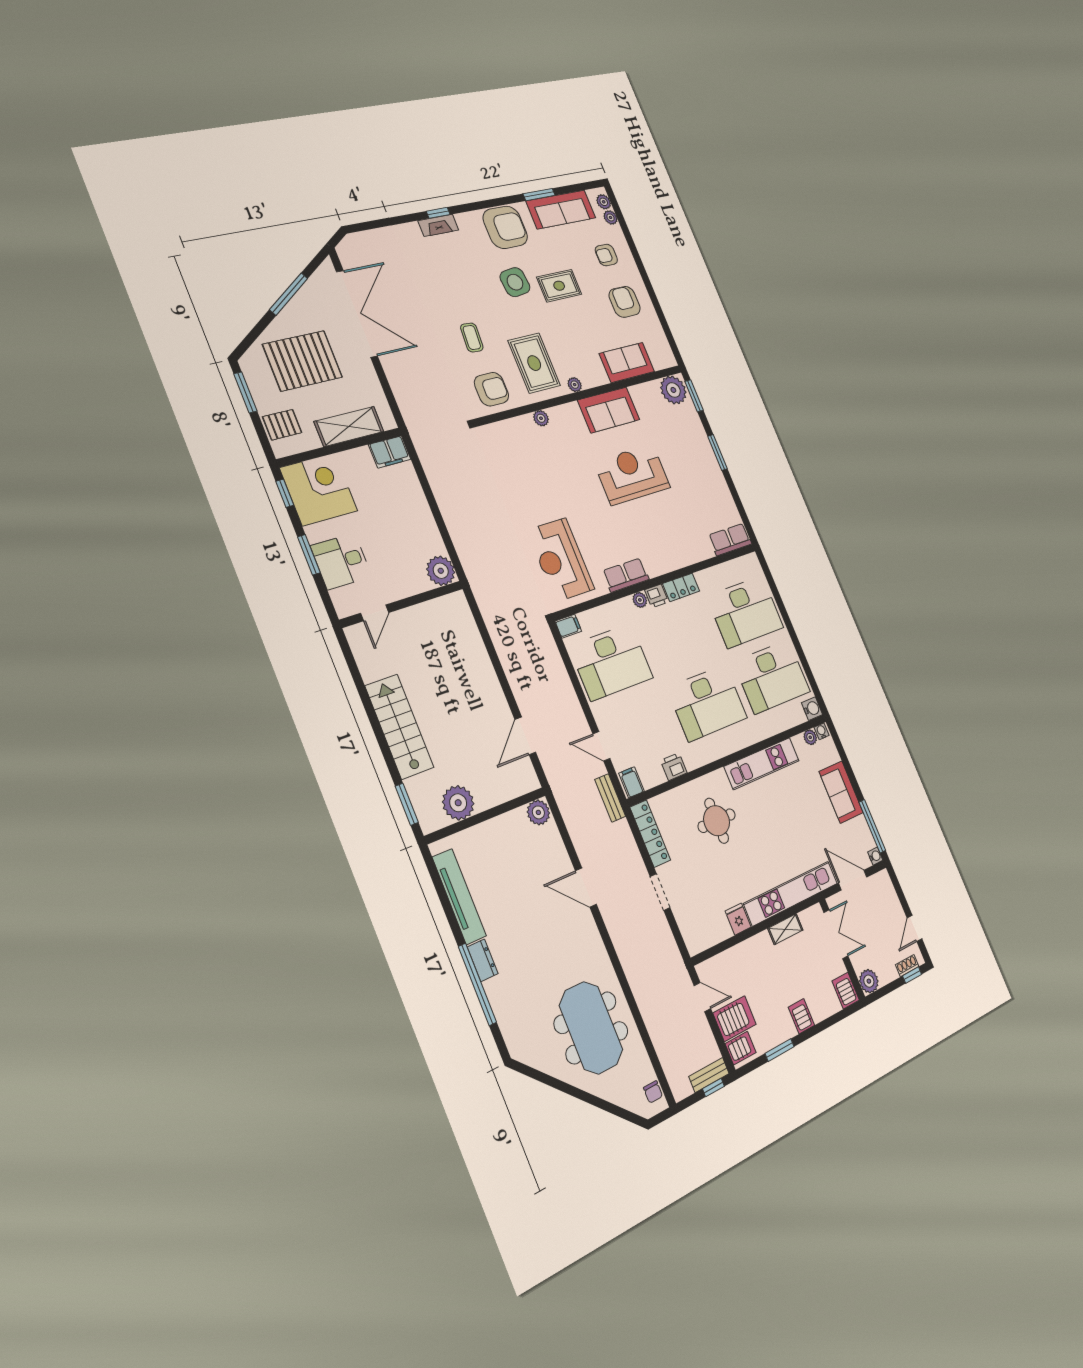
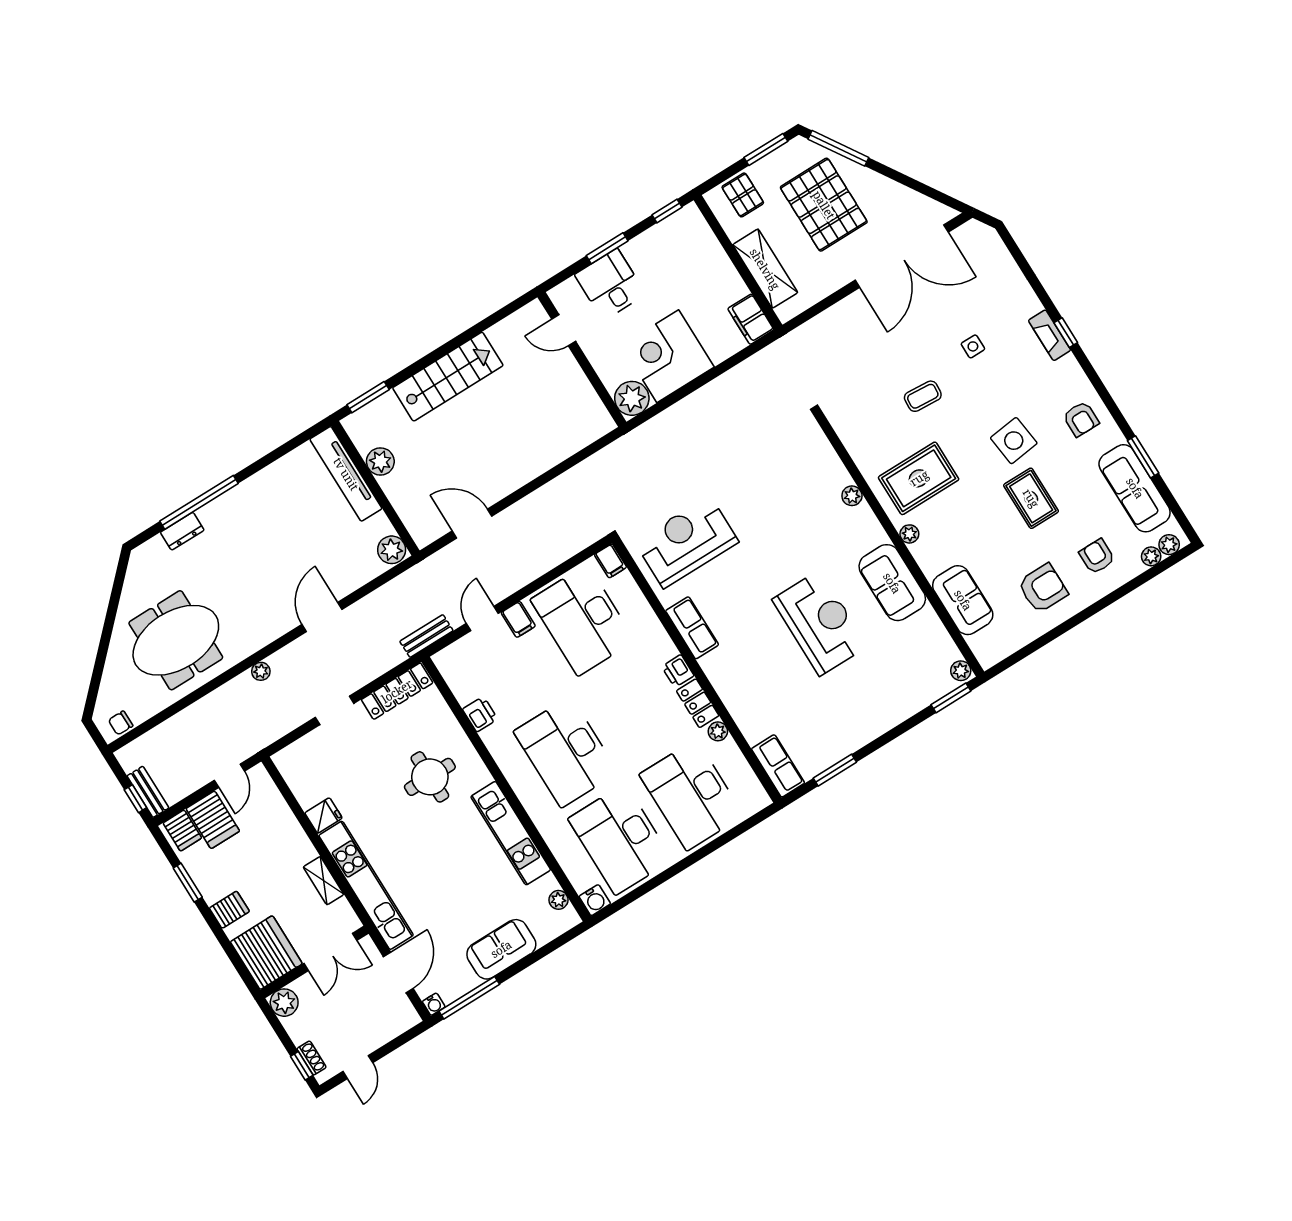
armchair: (505, 227) -> (1081, 419), width x0.53, depth x0.53
side table: (438, 286) -> (973, 346), added
window: (289, 294) -> (838, 148), moved
armchair: (491, 389) -> (867, 429), removed
plant: (673, 390) -> (961, 671), width x0.53, depth x0.53
window: (718, 452) -> (835, 770), moved
corner desk: (319, 489) -> (668, 356), moved, turned 180
plant: (640, 600) -> (718, 731), moved
water cooler: (822, 731) -> (570, 916), removed
filing cabinet: (632, 782) -> (518, 619), moved, turned 90
plant: (458, 803) -> (380, 461), width x0.73, depth x0.73
tv unit: (459, 897) -> (346, 474), moved, turned 90
door: (914, 928) -> (358, 1067), swing flipped
plant: (624, 952) -> (261, 671), added
dresser: (483, 960) -> (182, 531), moved
server rack: (846, 991) -> (266, 953), width x2.18, depth x1.44

